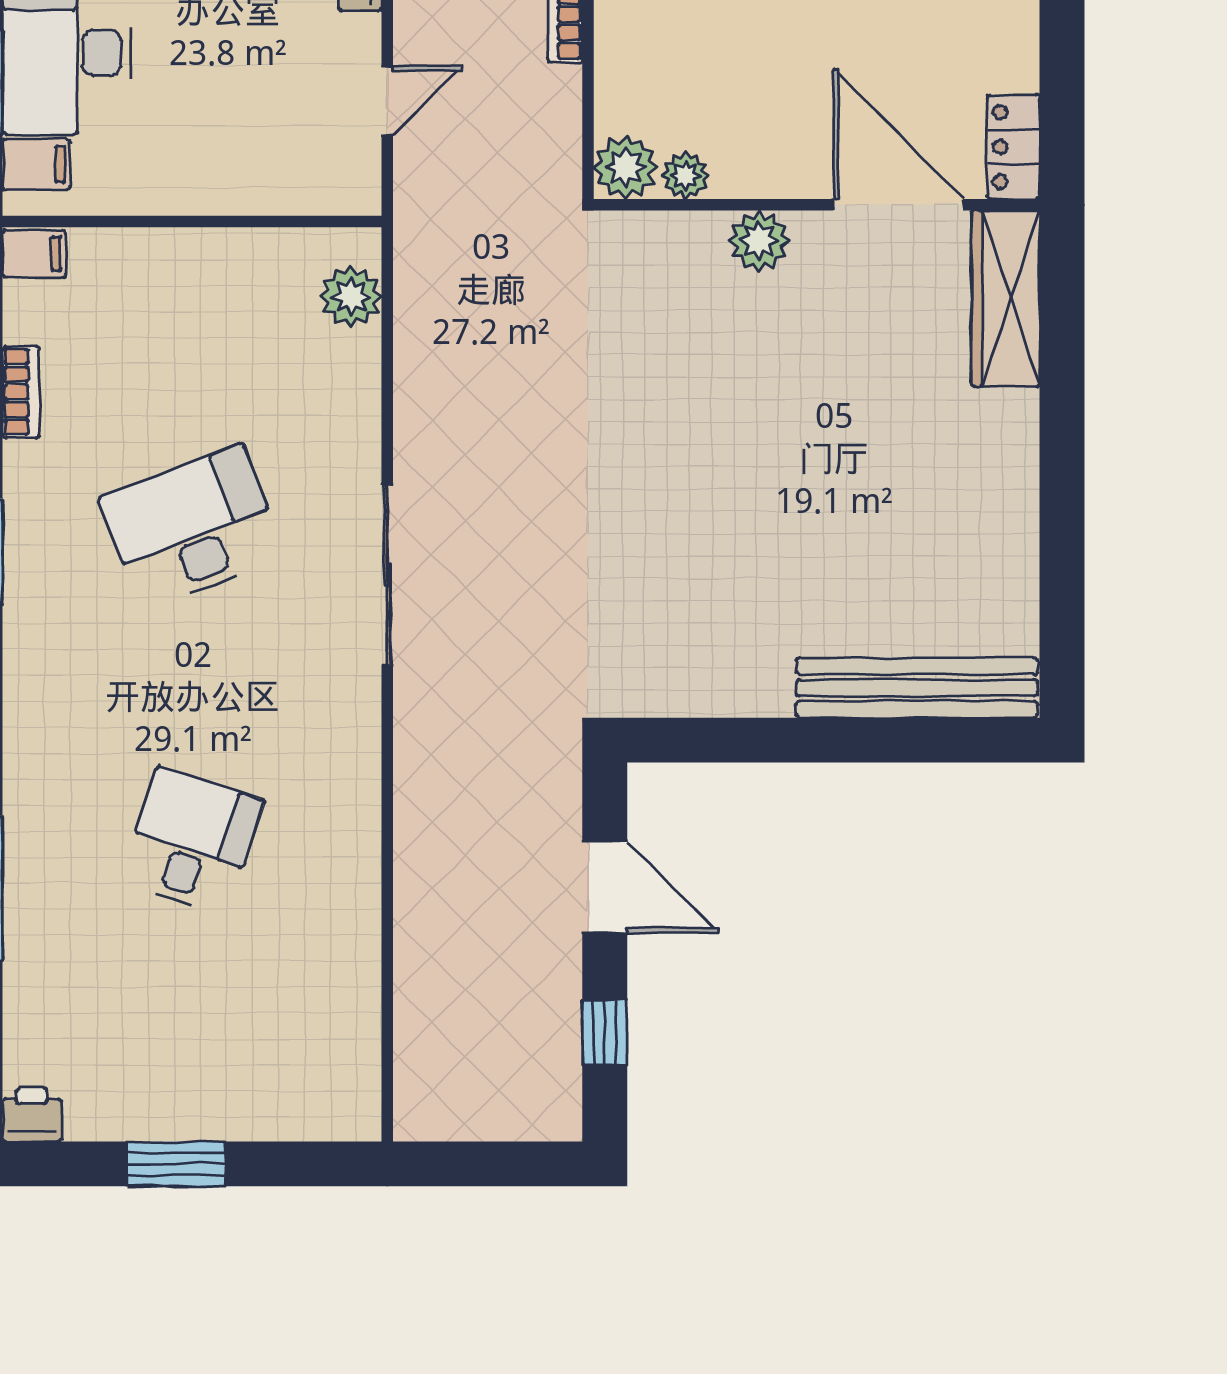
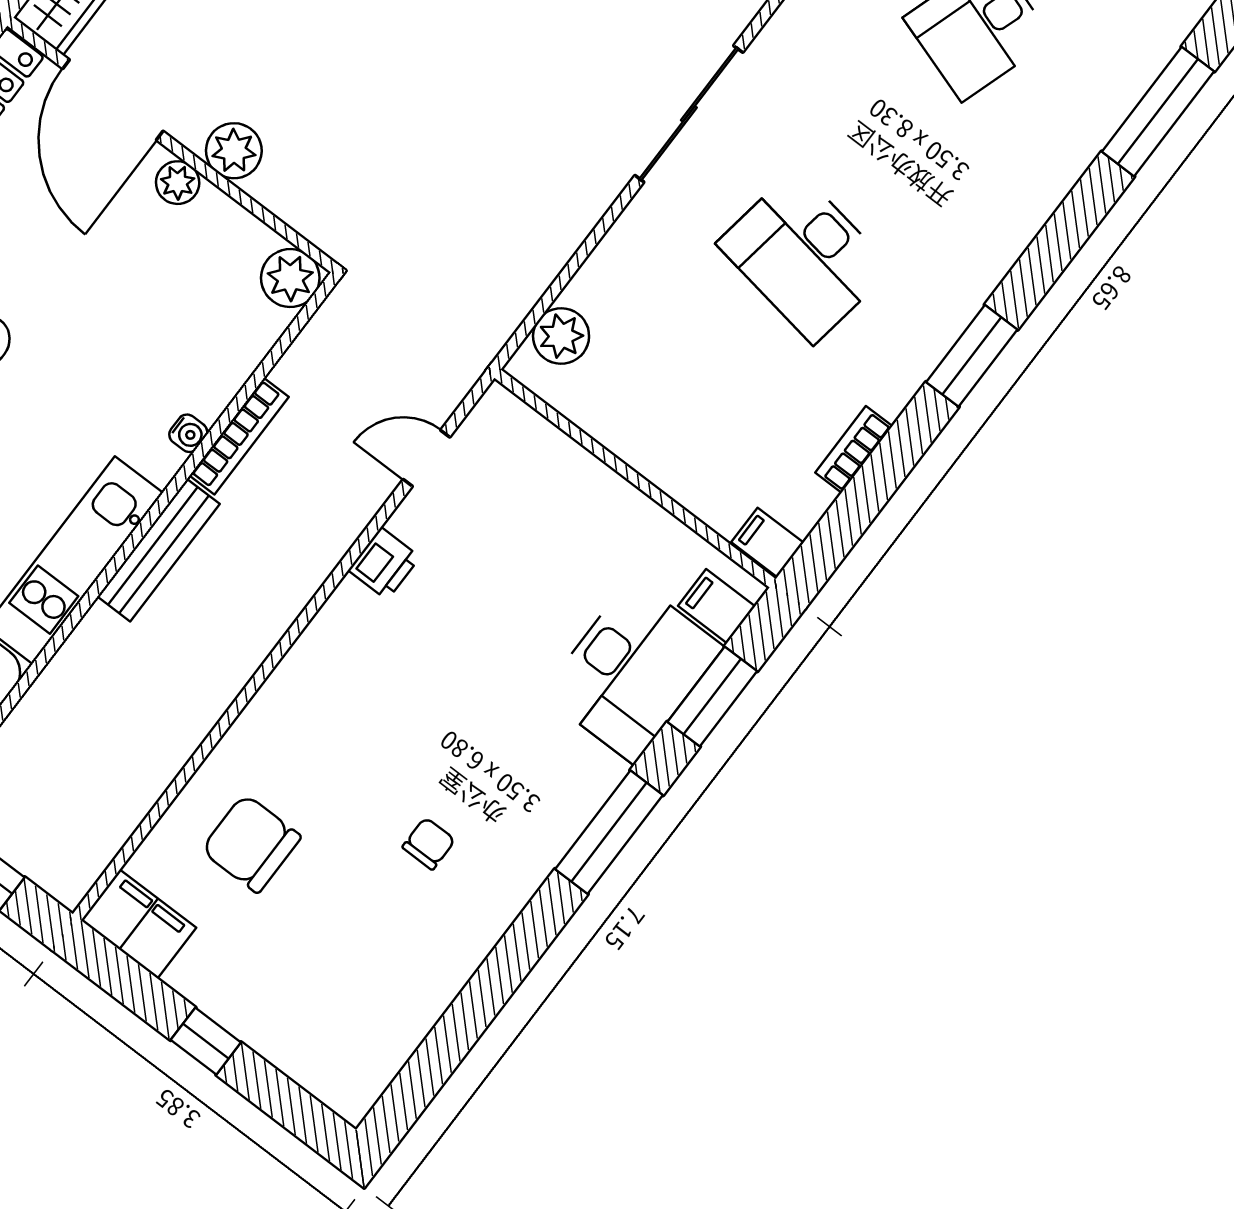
plant: (685, 176) -> (178, 183), moved
desk: (192, 528) -> (805, 256), turned 30

